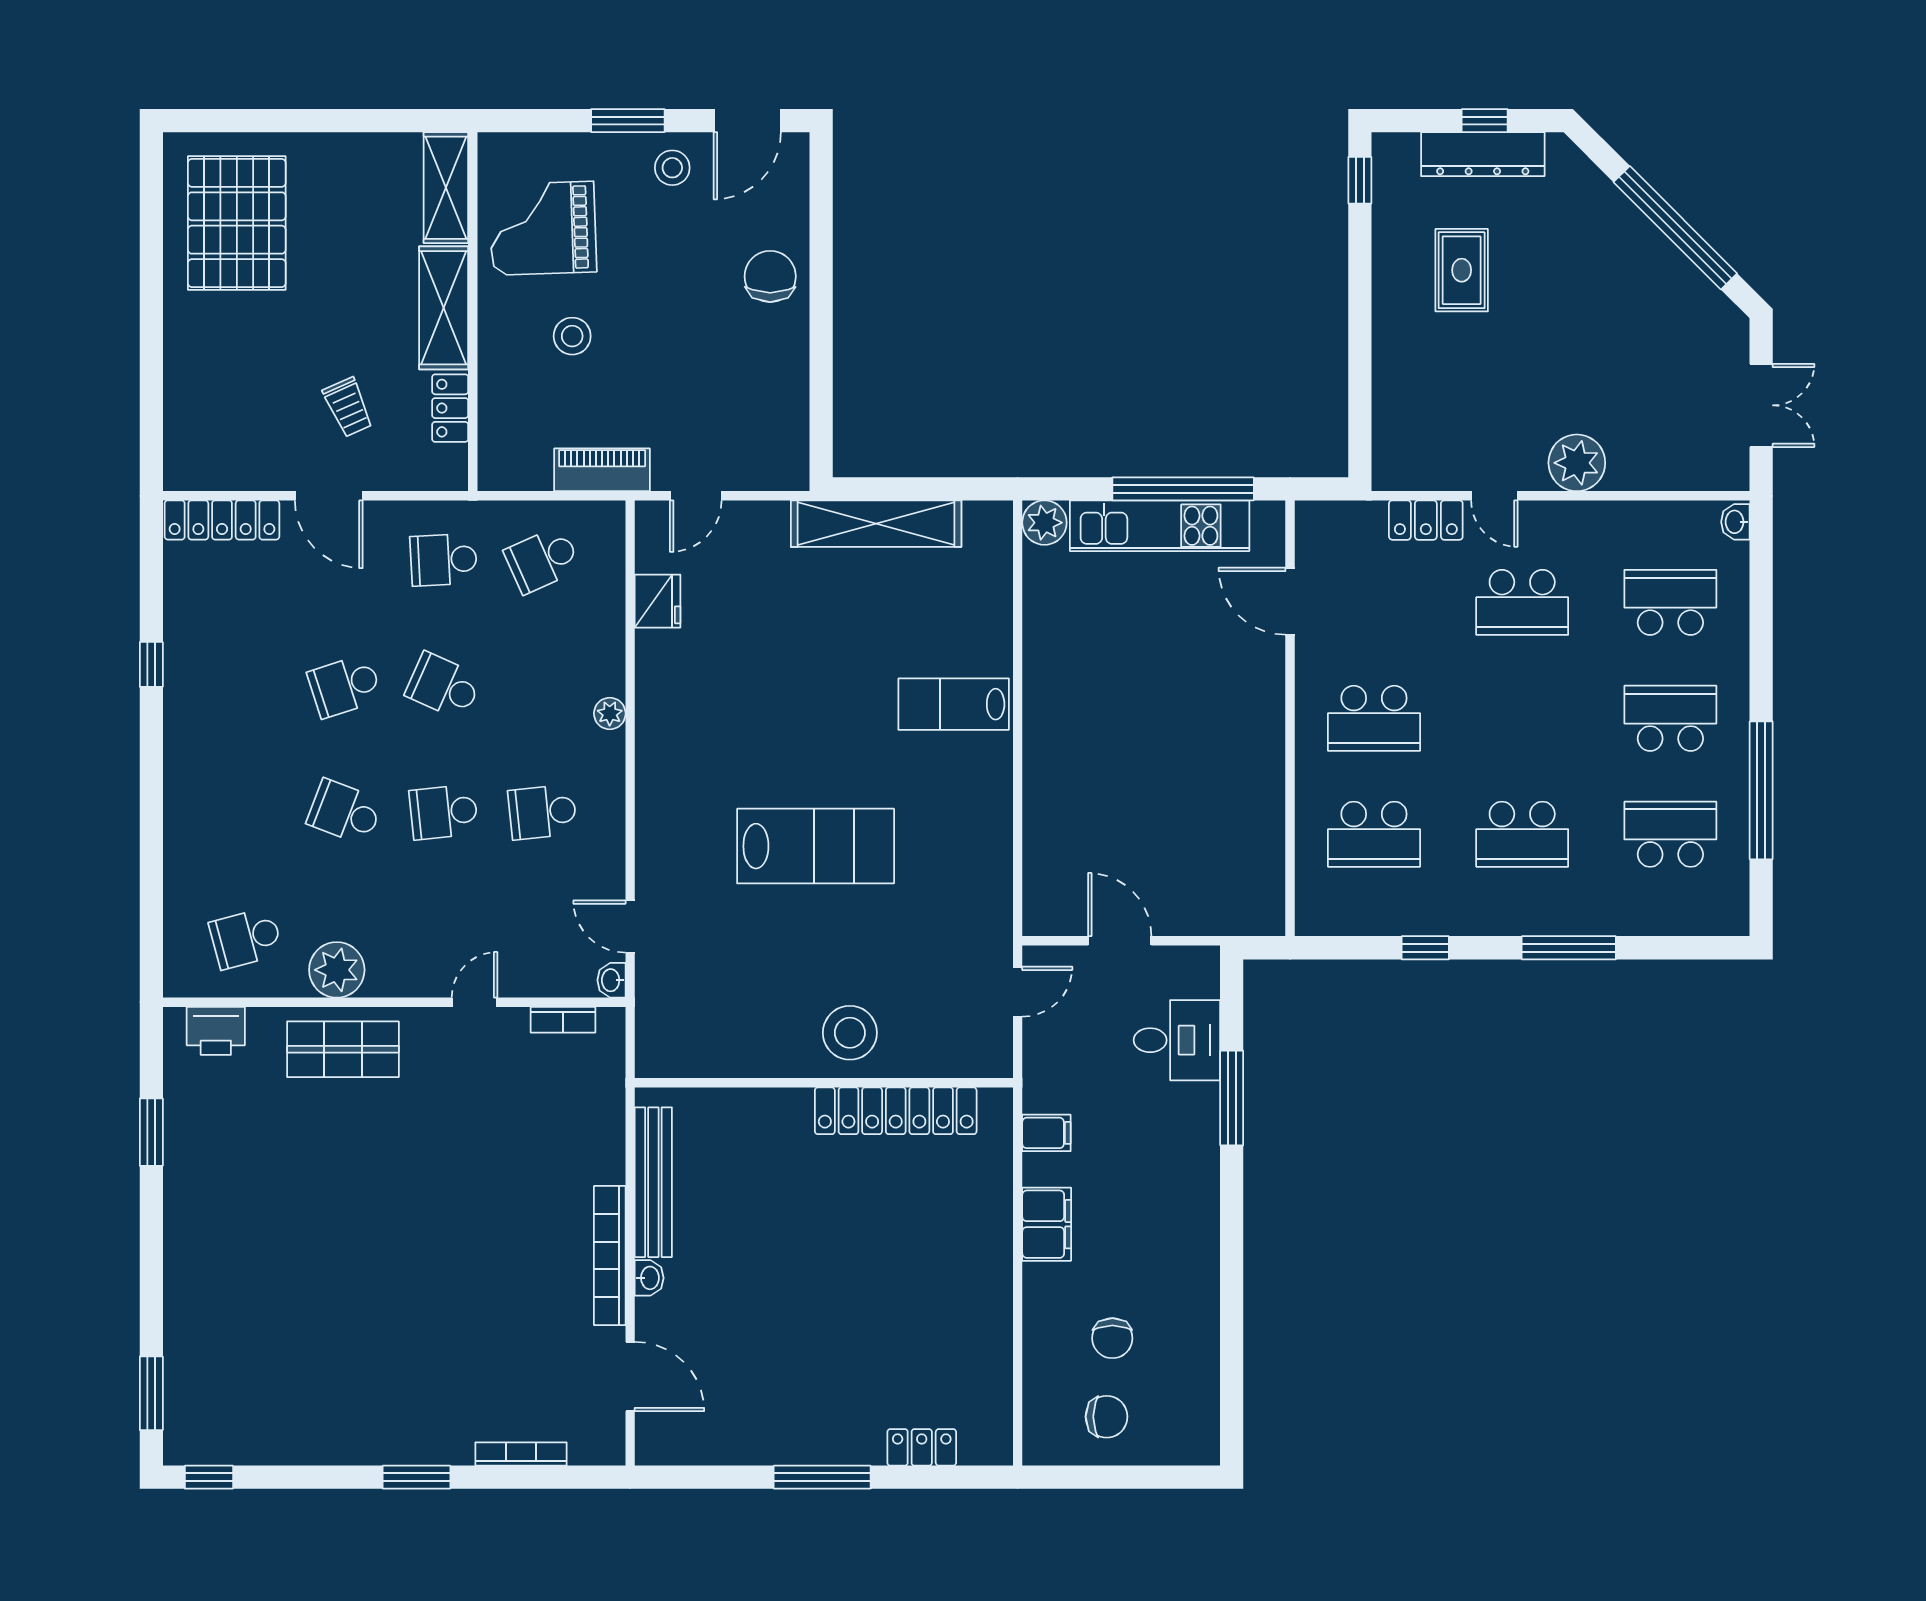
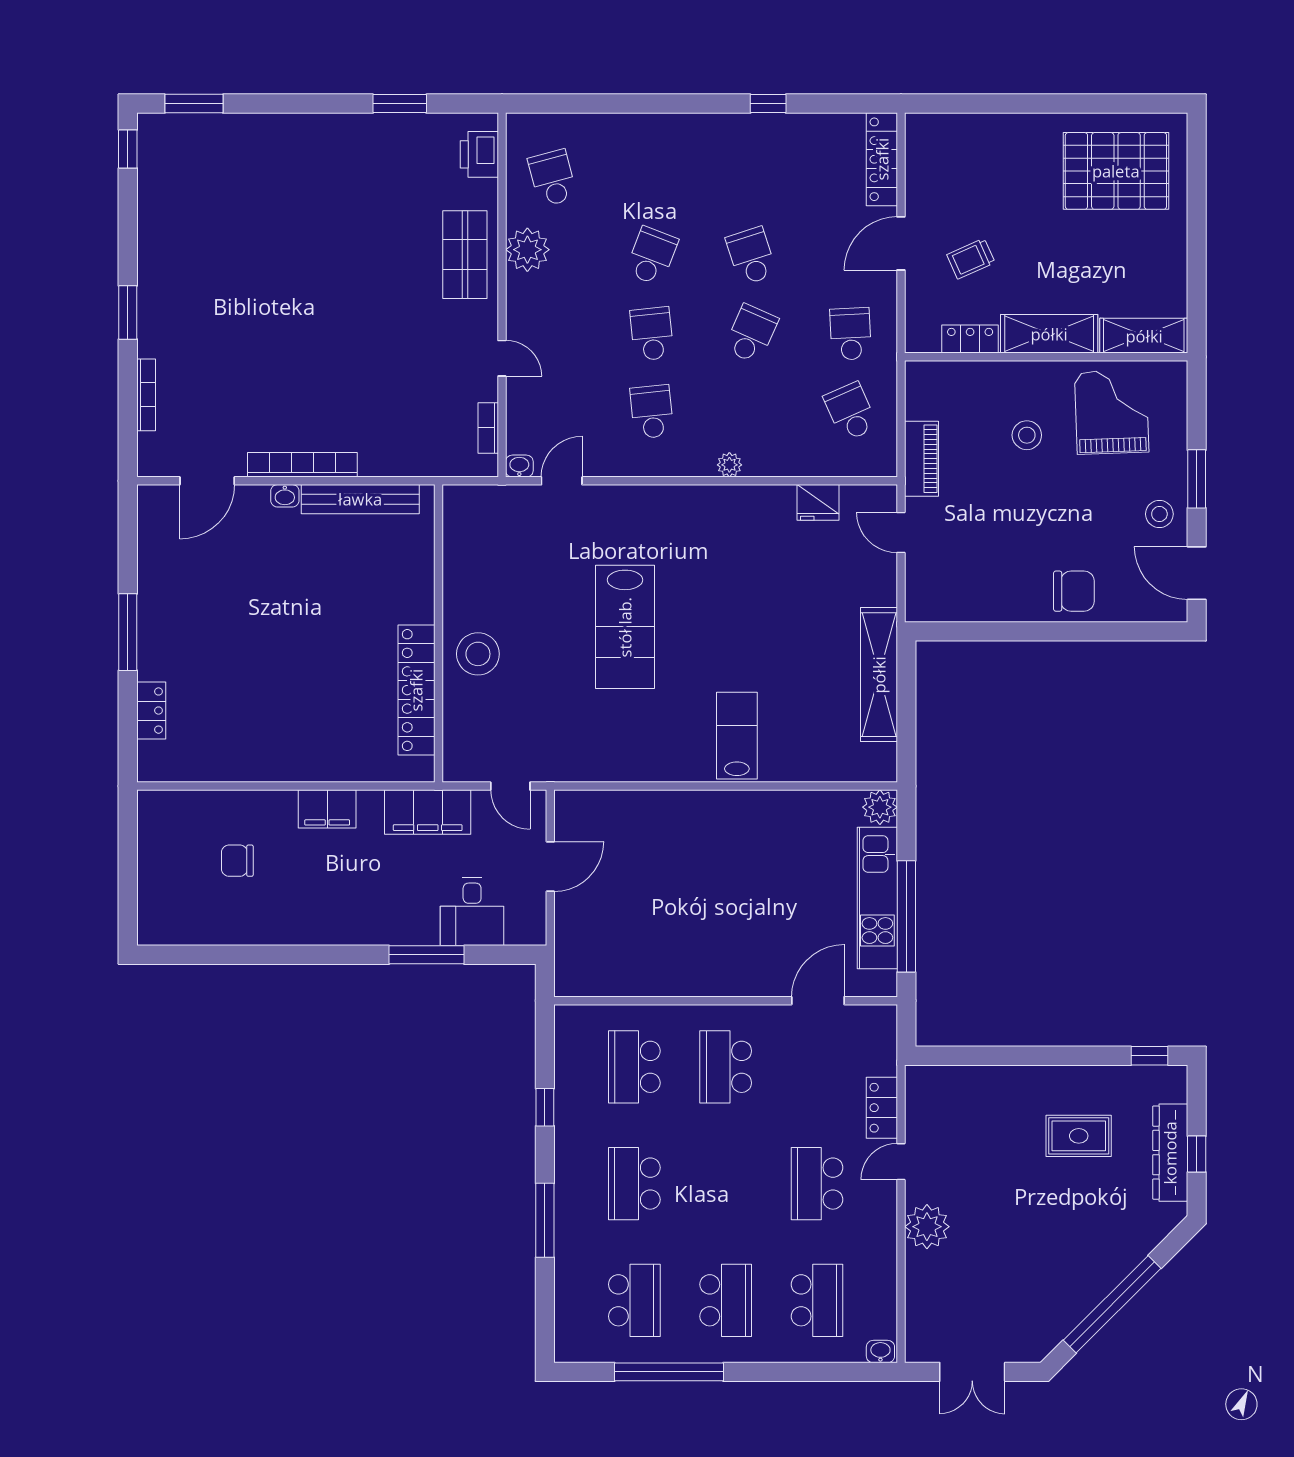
filing cabinet: (1046, 1133) -> (428, 812), width x3.00, depth x1.17
chair: (1107, 1417) -> (175, 856), removed

